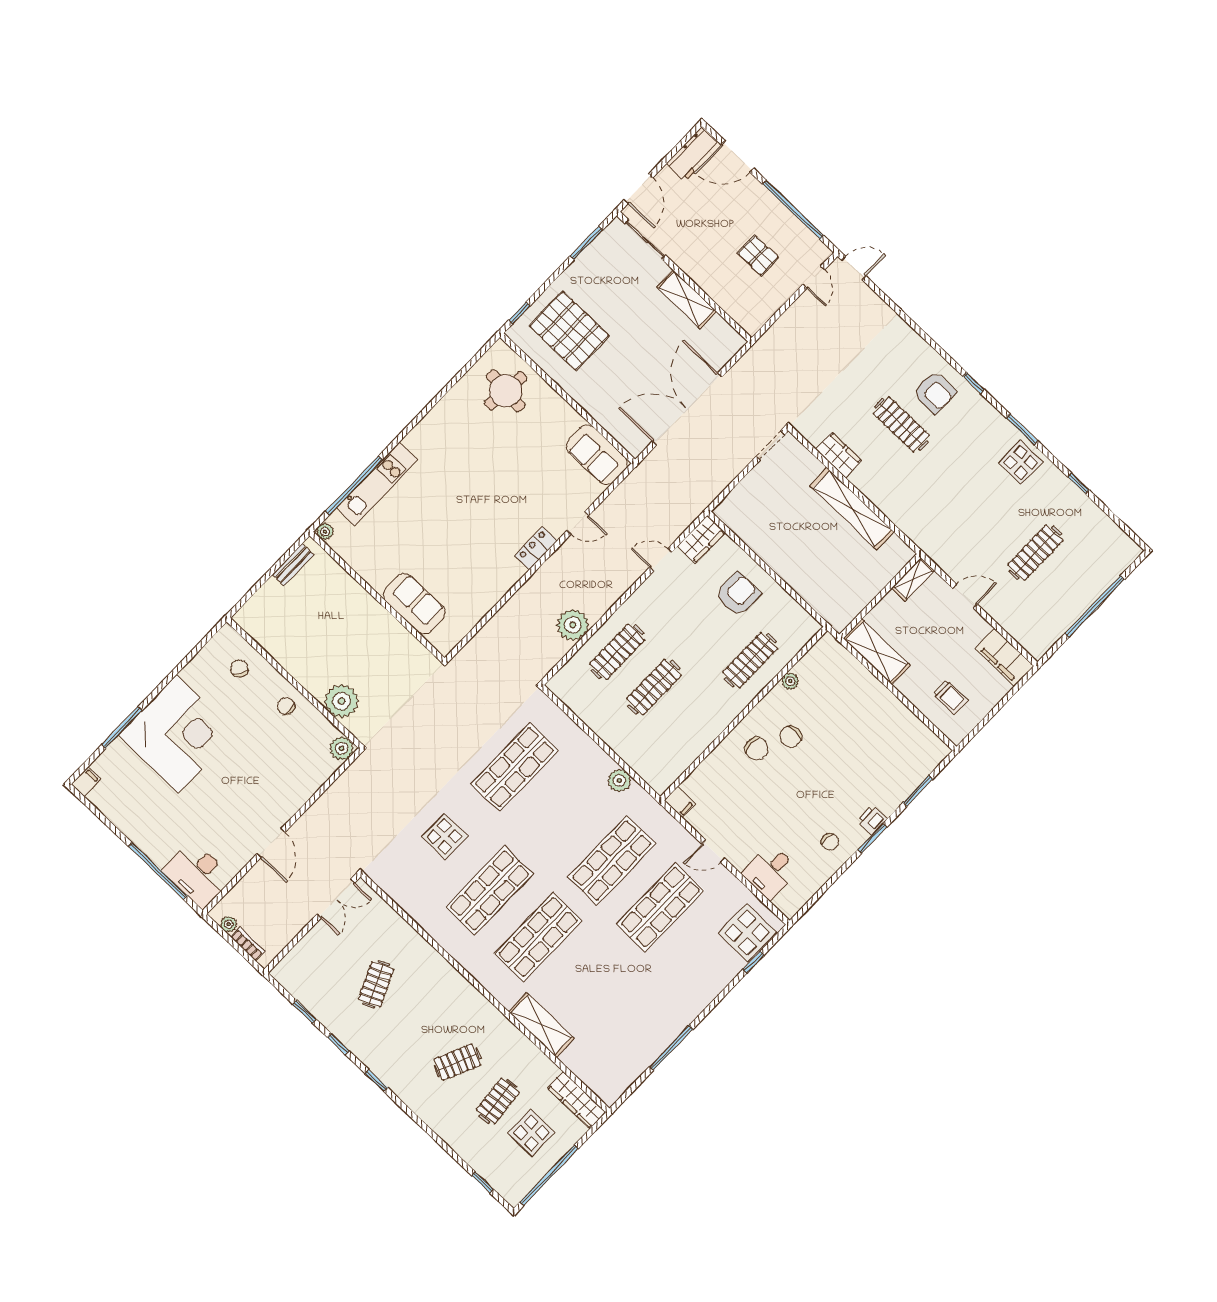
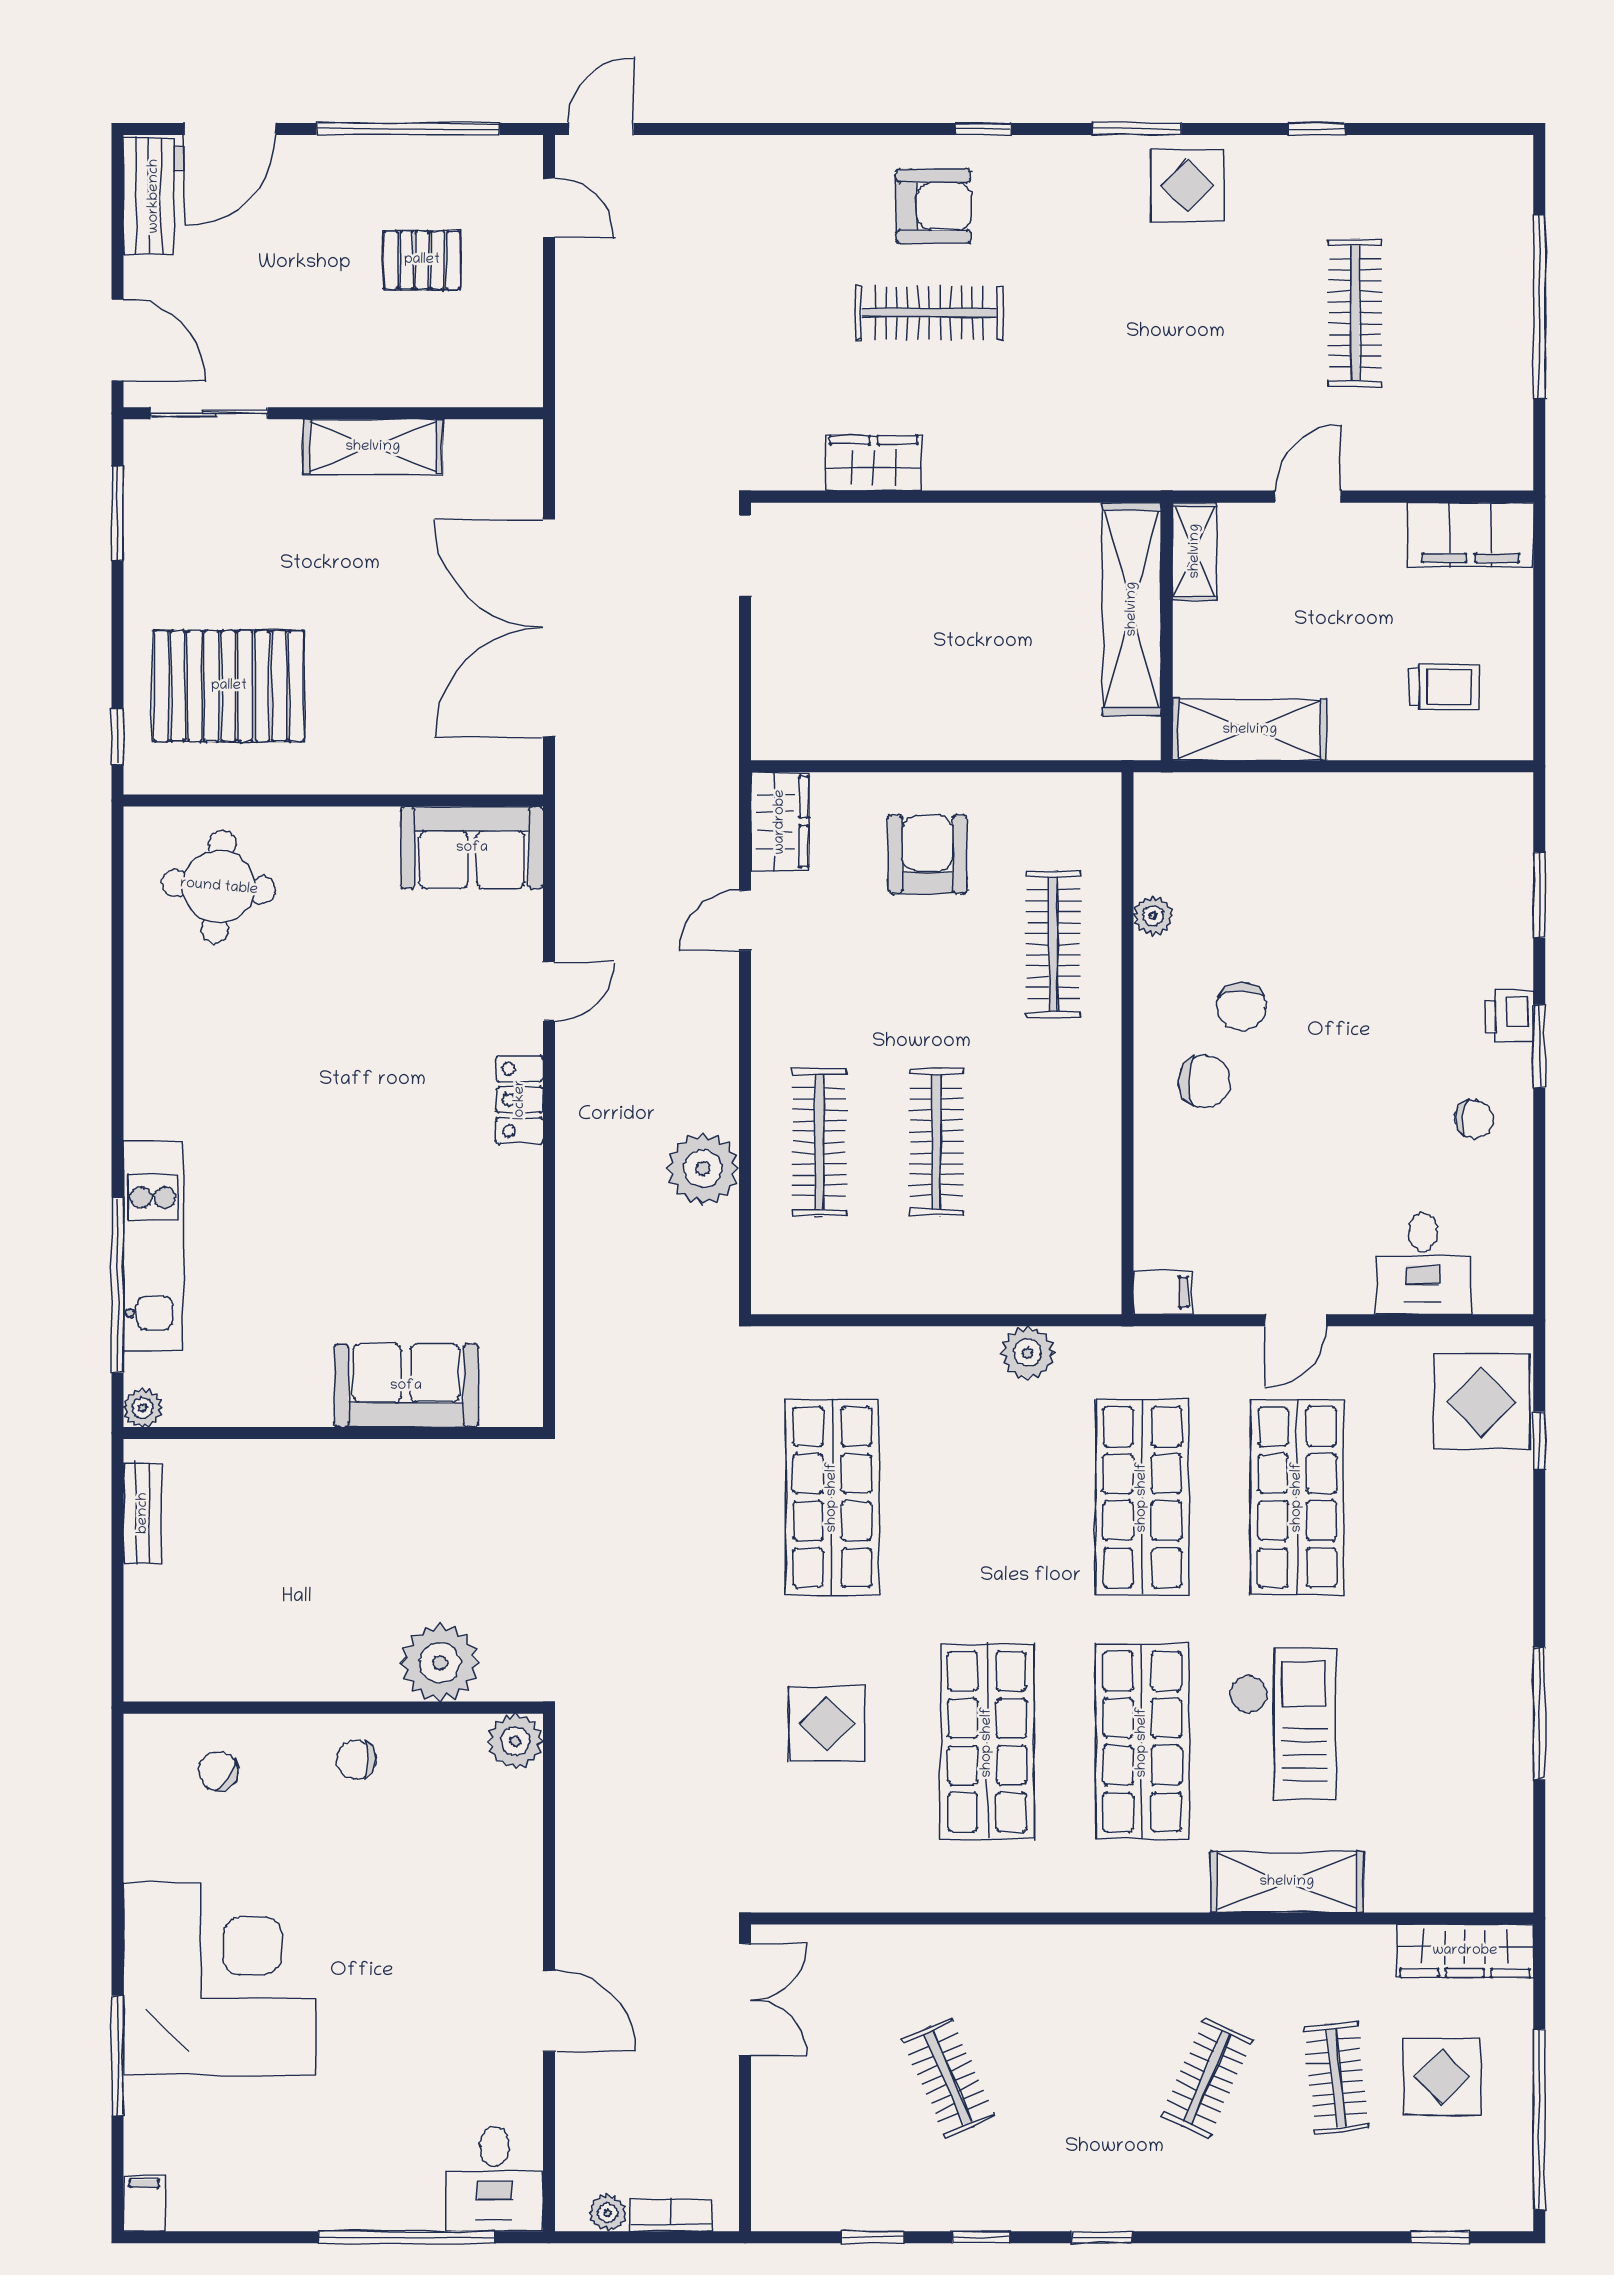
shelving: (852, 509) -> (1132, 609), moved, turned 90
desk: (198, 874) -> (495, 2179), width x0.73
checkout: (588, 974) -> (1283, 1724), added

